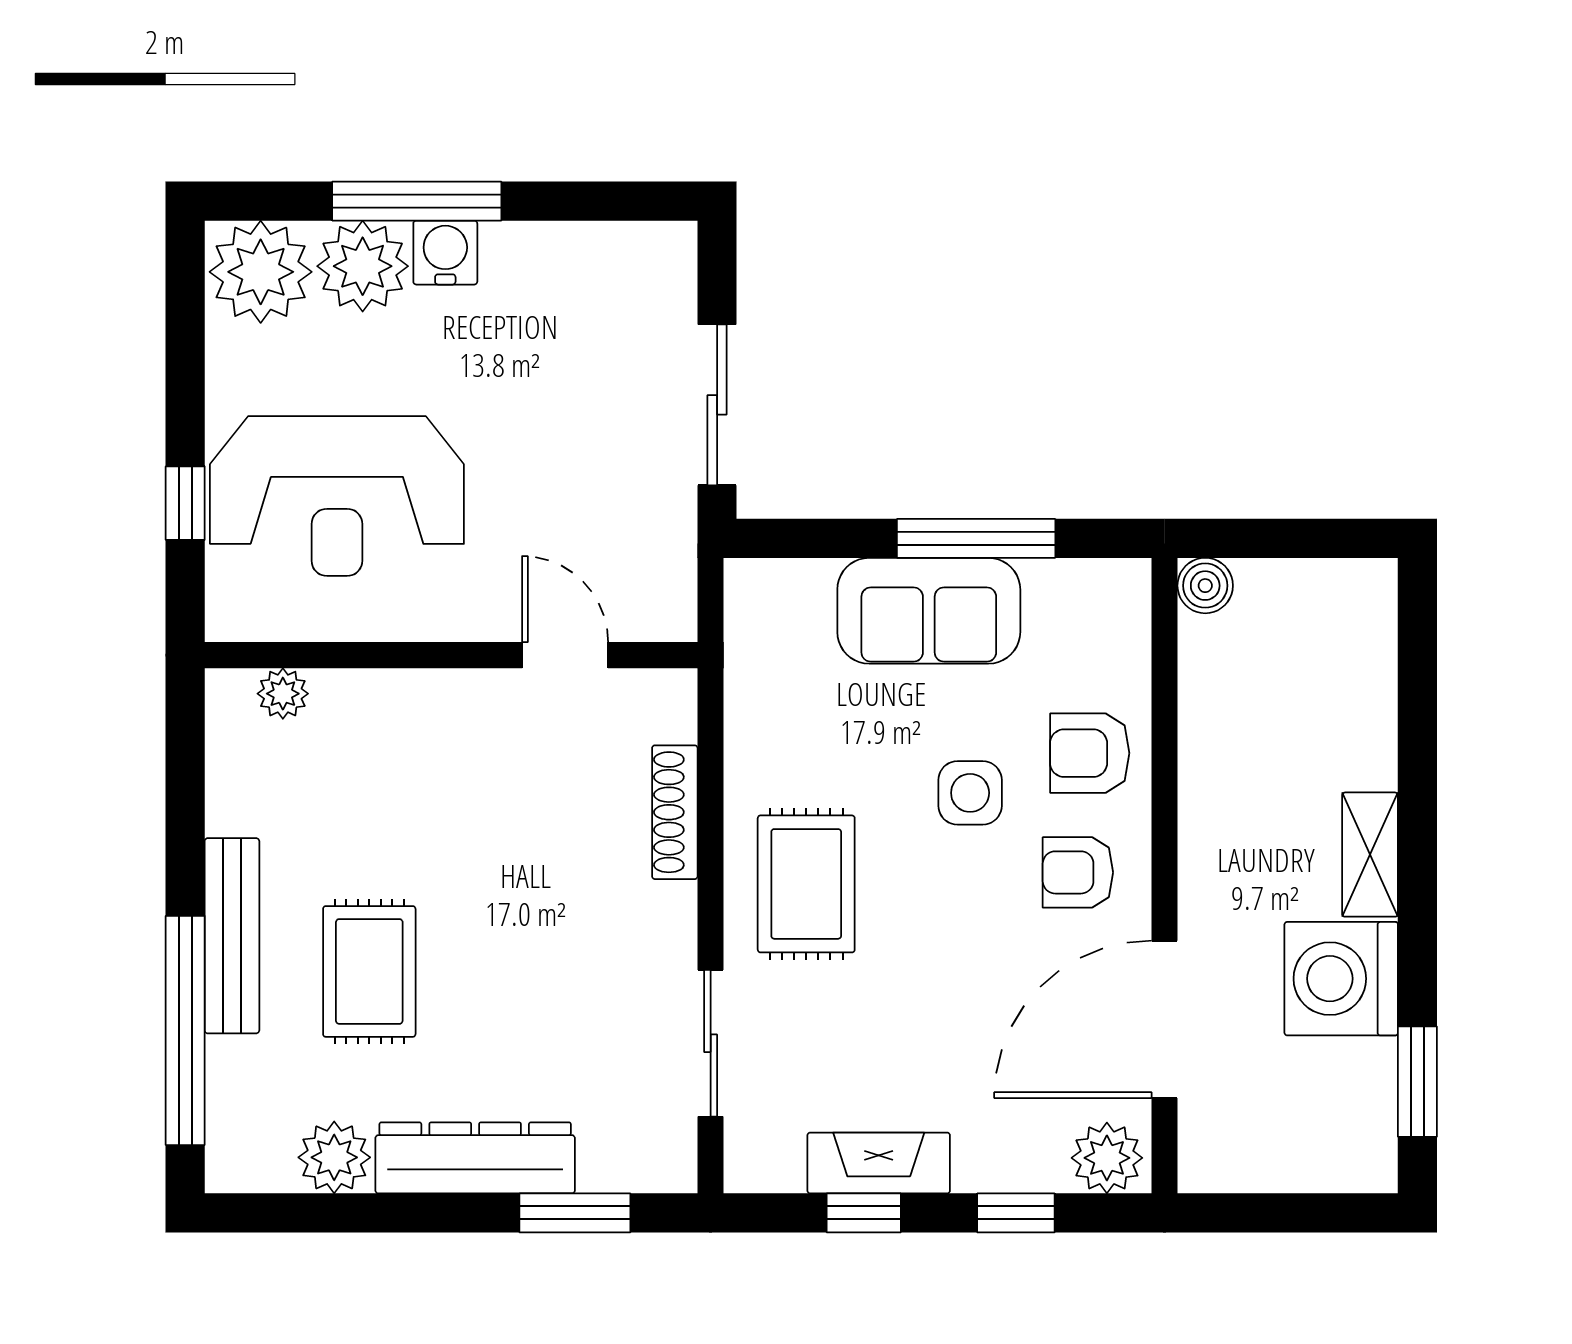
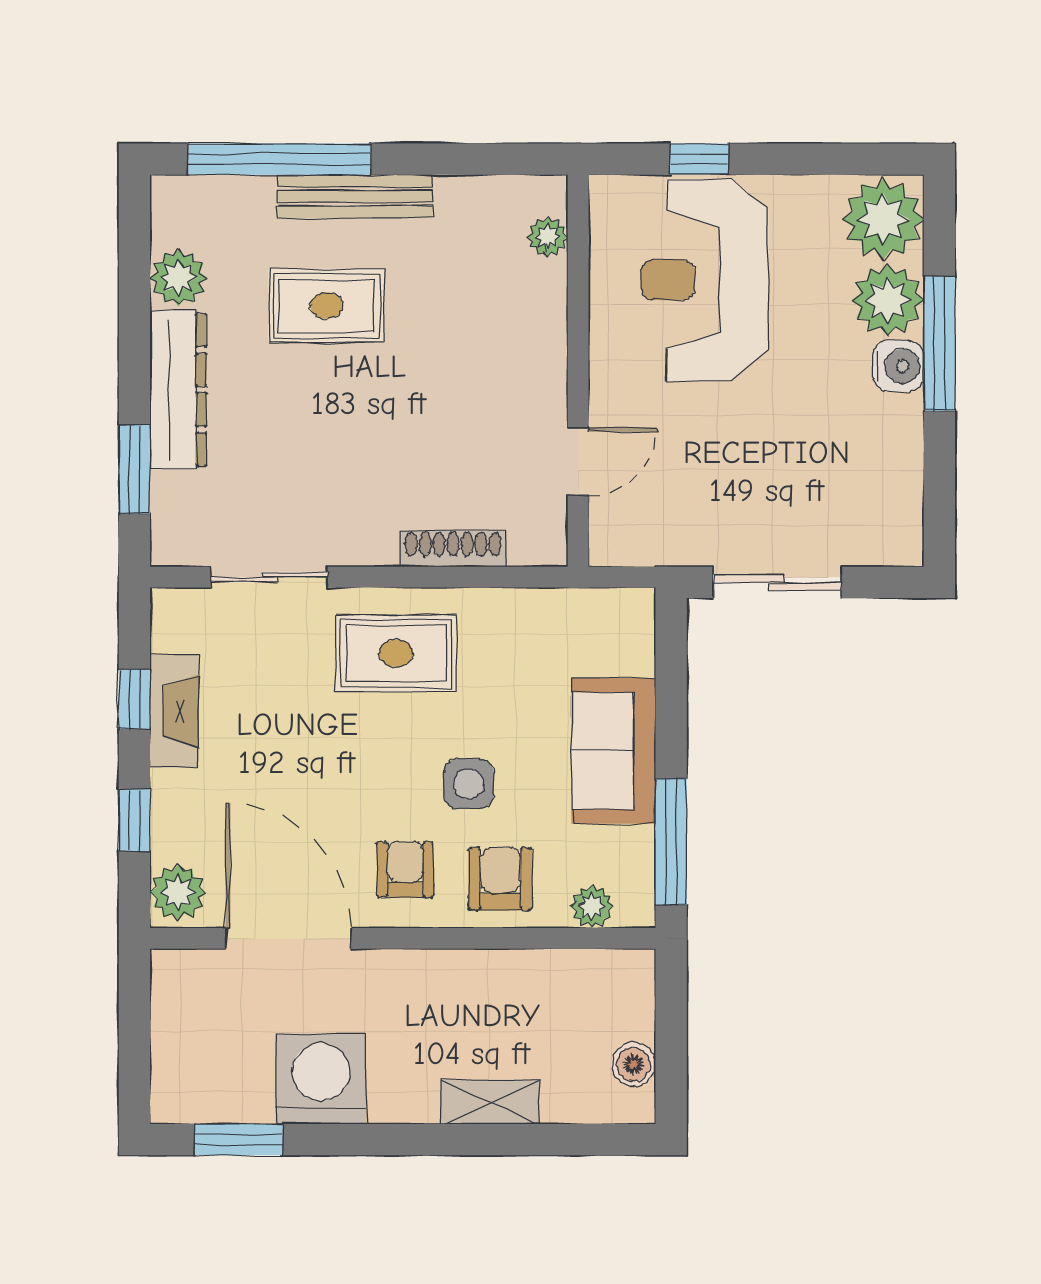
window: (976, 538) -> (671, 842), moved
boiler: (1205, 586) -> (634, 1064), moved
plant: (1124, 638) -> (592, 907), added
shelving: (1370, 855) -> (490, 1102), moved

